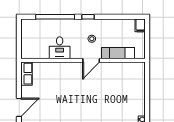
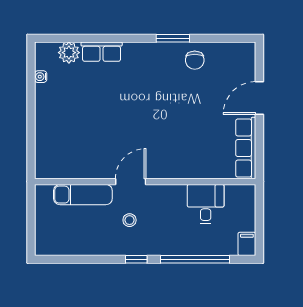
filing cabinet: (140, 25) -> (247, 244), moved
desk: (60, 48) -> (206, 204), moved
row of seats: (26, 74) -> (246, 148), width x1.48

